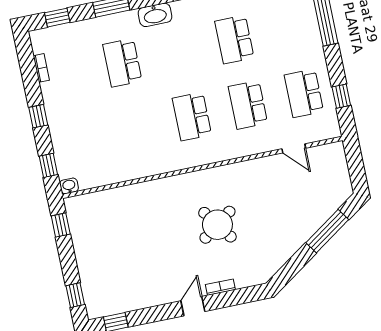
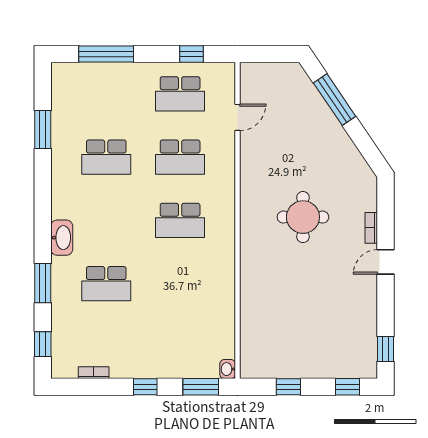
window: (48, 165) -> (201, 387), width x1.50
window: (61, 225) -> (288, 387), moved
round table: (217, 225) -> (303, 217), turned 36
door: (193, 306) -> (386, 262), hinge flipped

